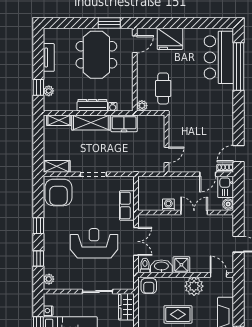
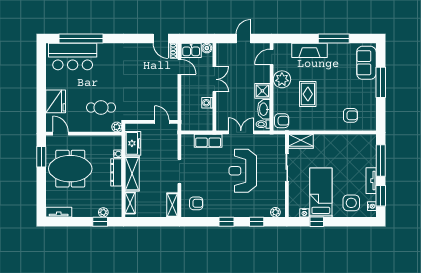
tv unit: (49, 57) -> (59, 212), moved
wall: (167, 144) -> (151, 122), moved
door: (167, 155) -> (162, 122), moved
armchair: (58, 192) -> (196, 203), width x0.53, depth x0.53
double door: (194, 212) -> (214, 79), swing flipped

